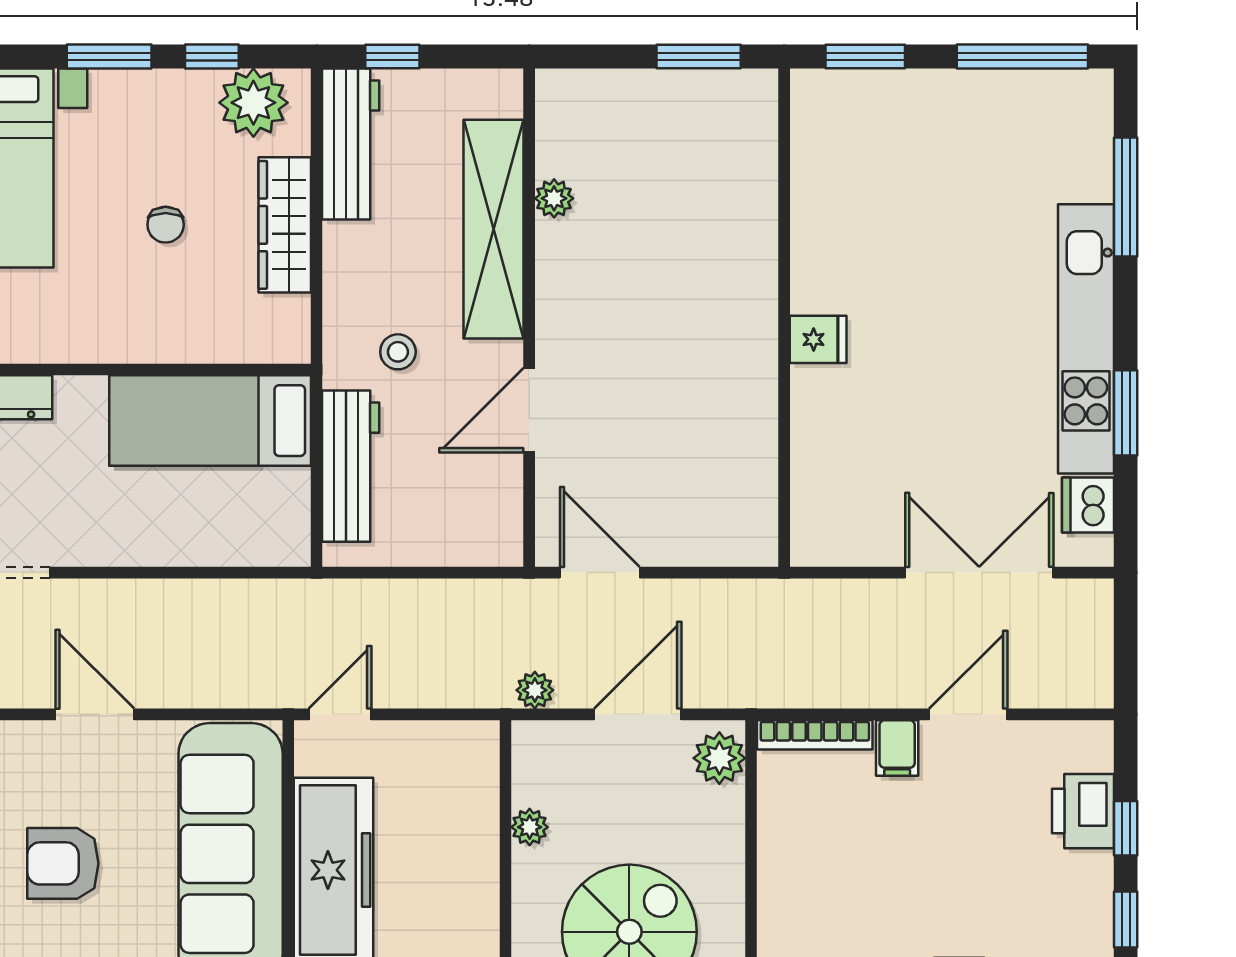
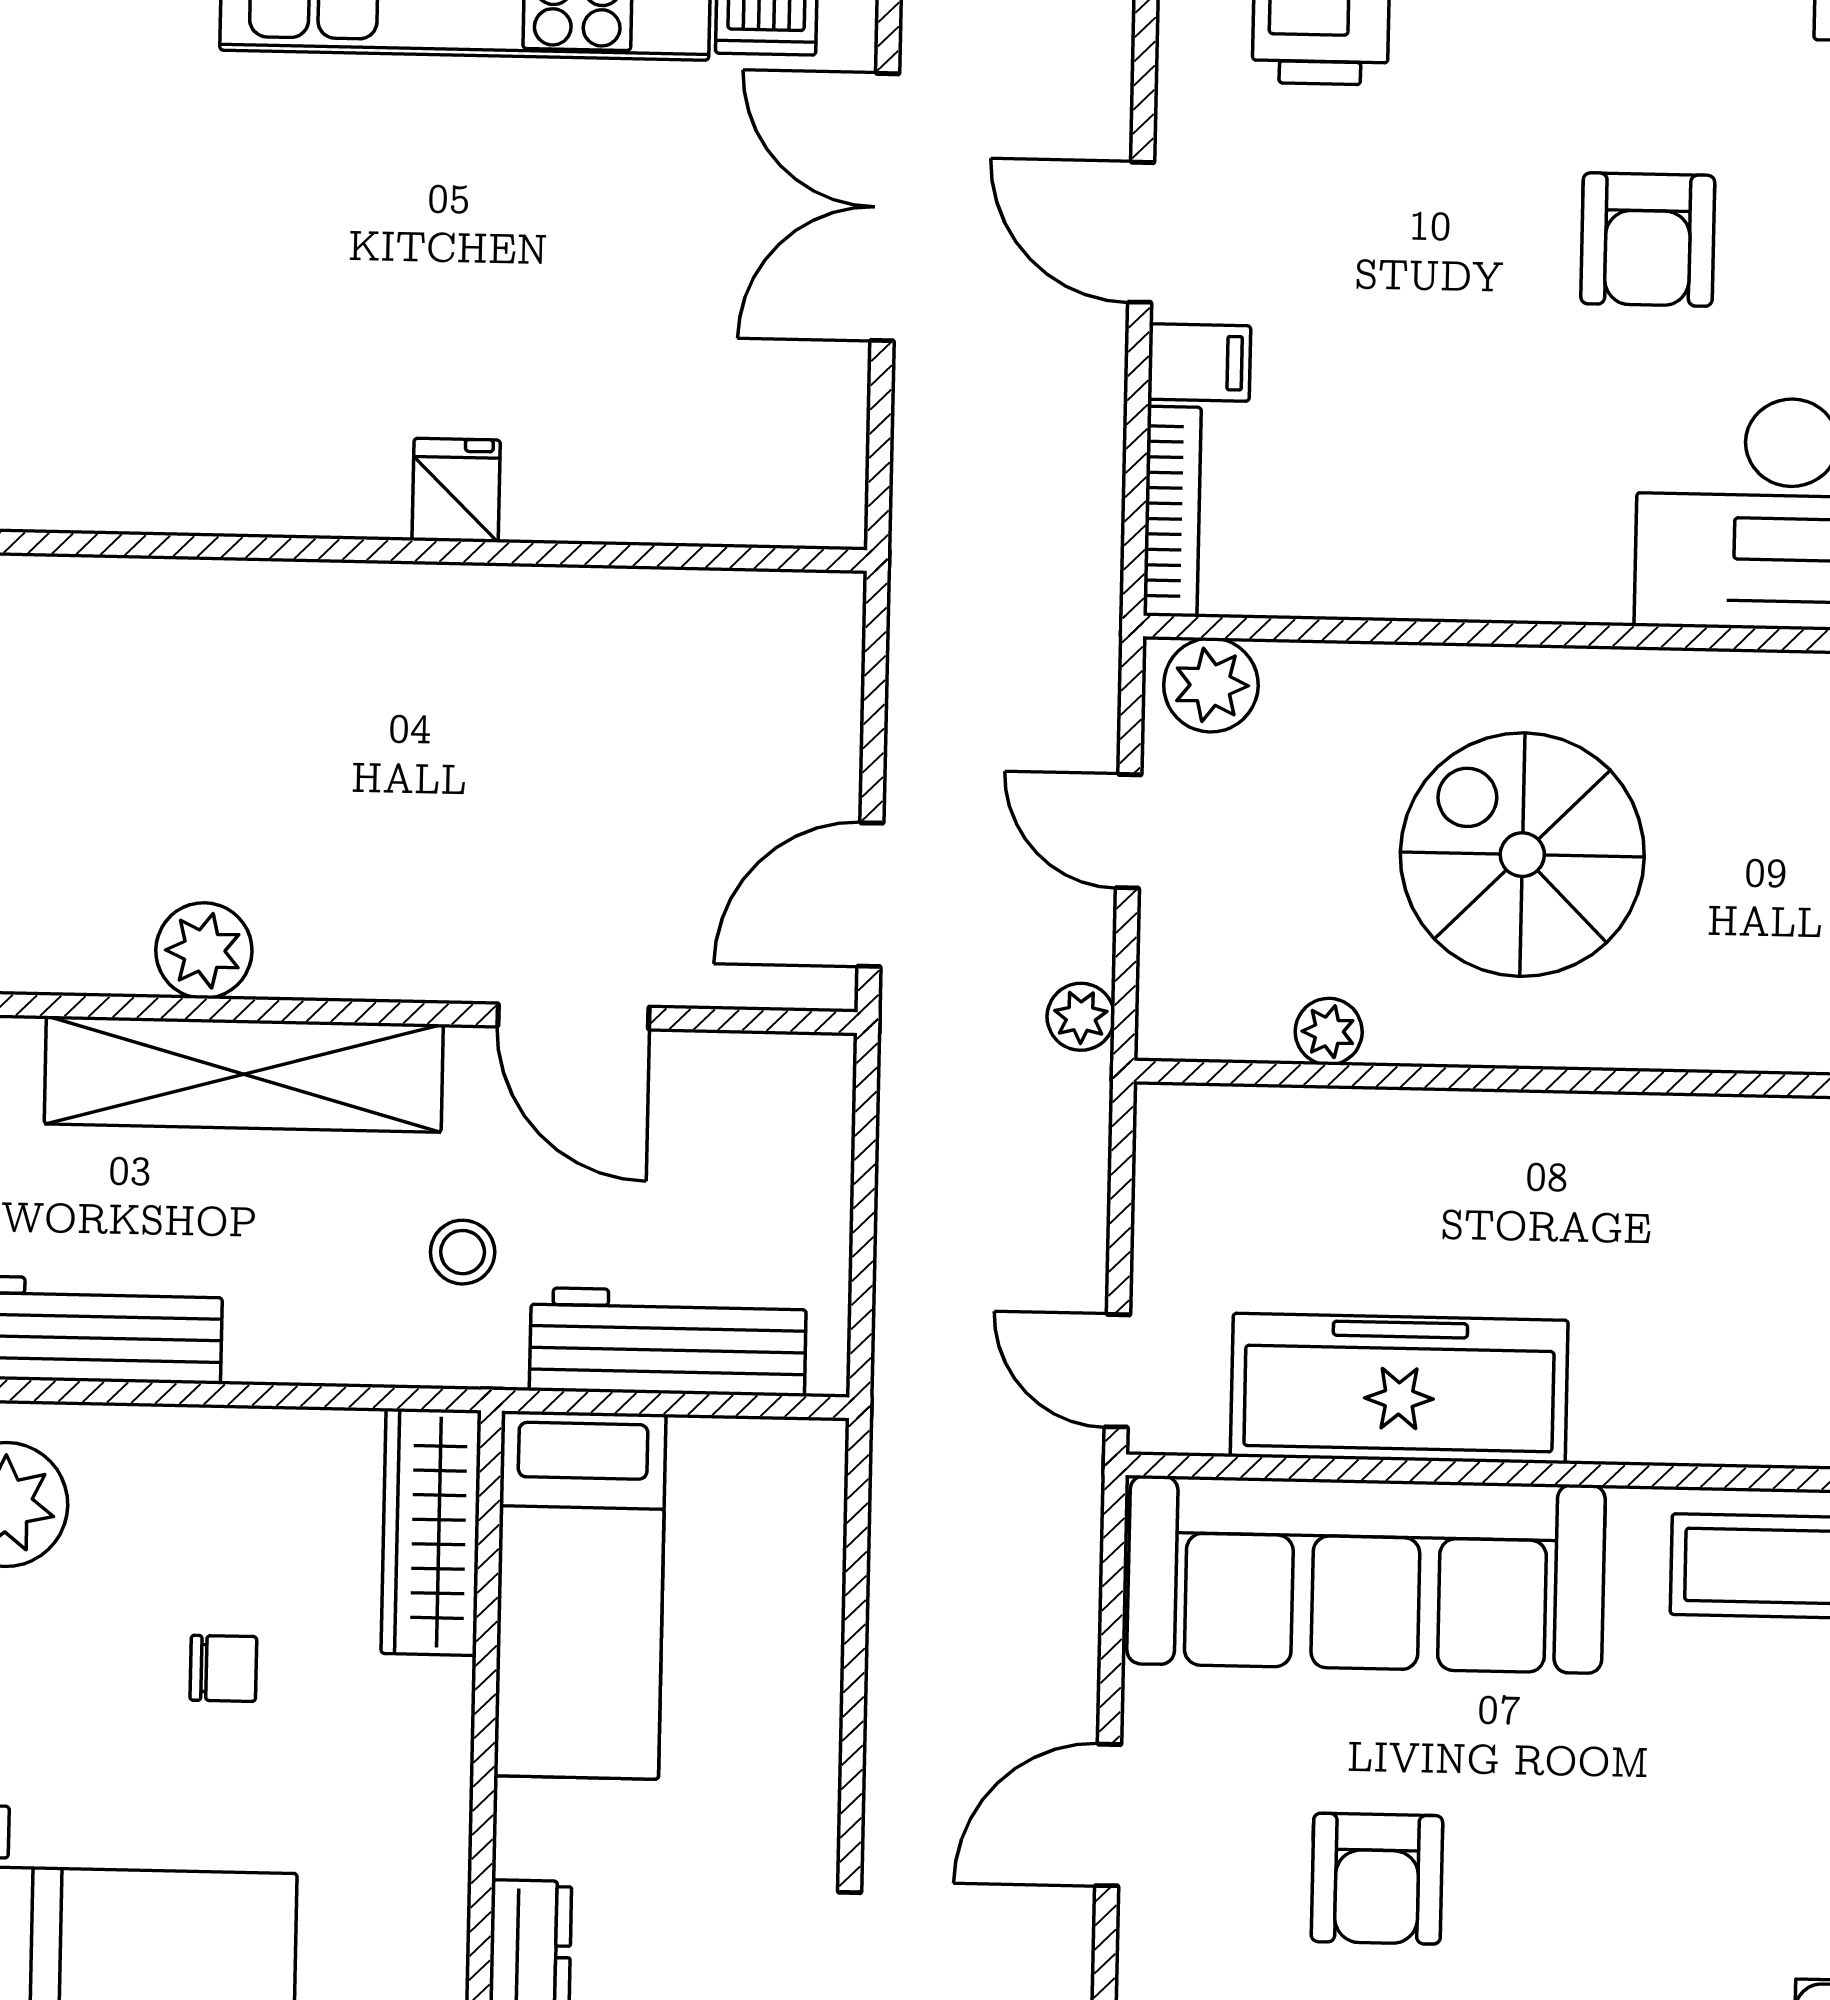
plant: (554, 198) -> (204, 951), width x1.38, depth x1.38
wardrobe: (285, 225) -> (431, 1532), moved, turned 90
door: (638, 714) -> (1129, 831), width x0.73

